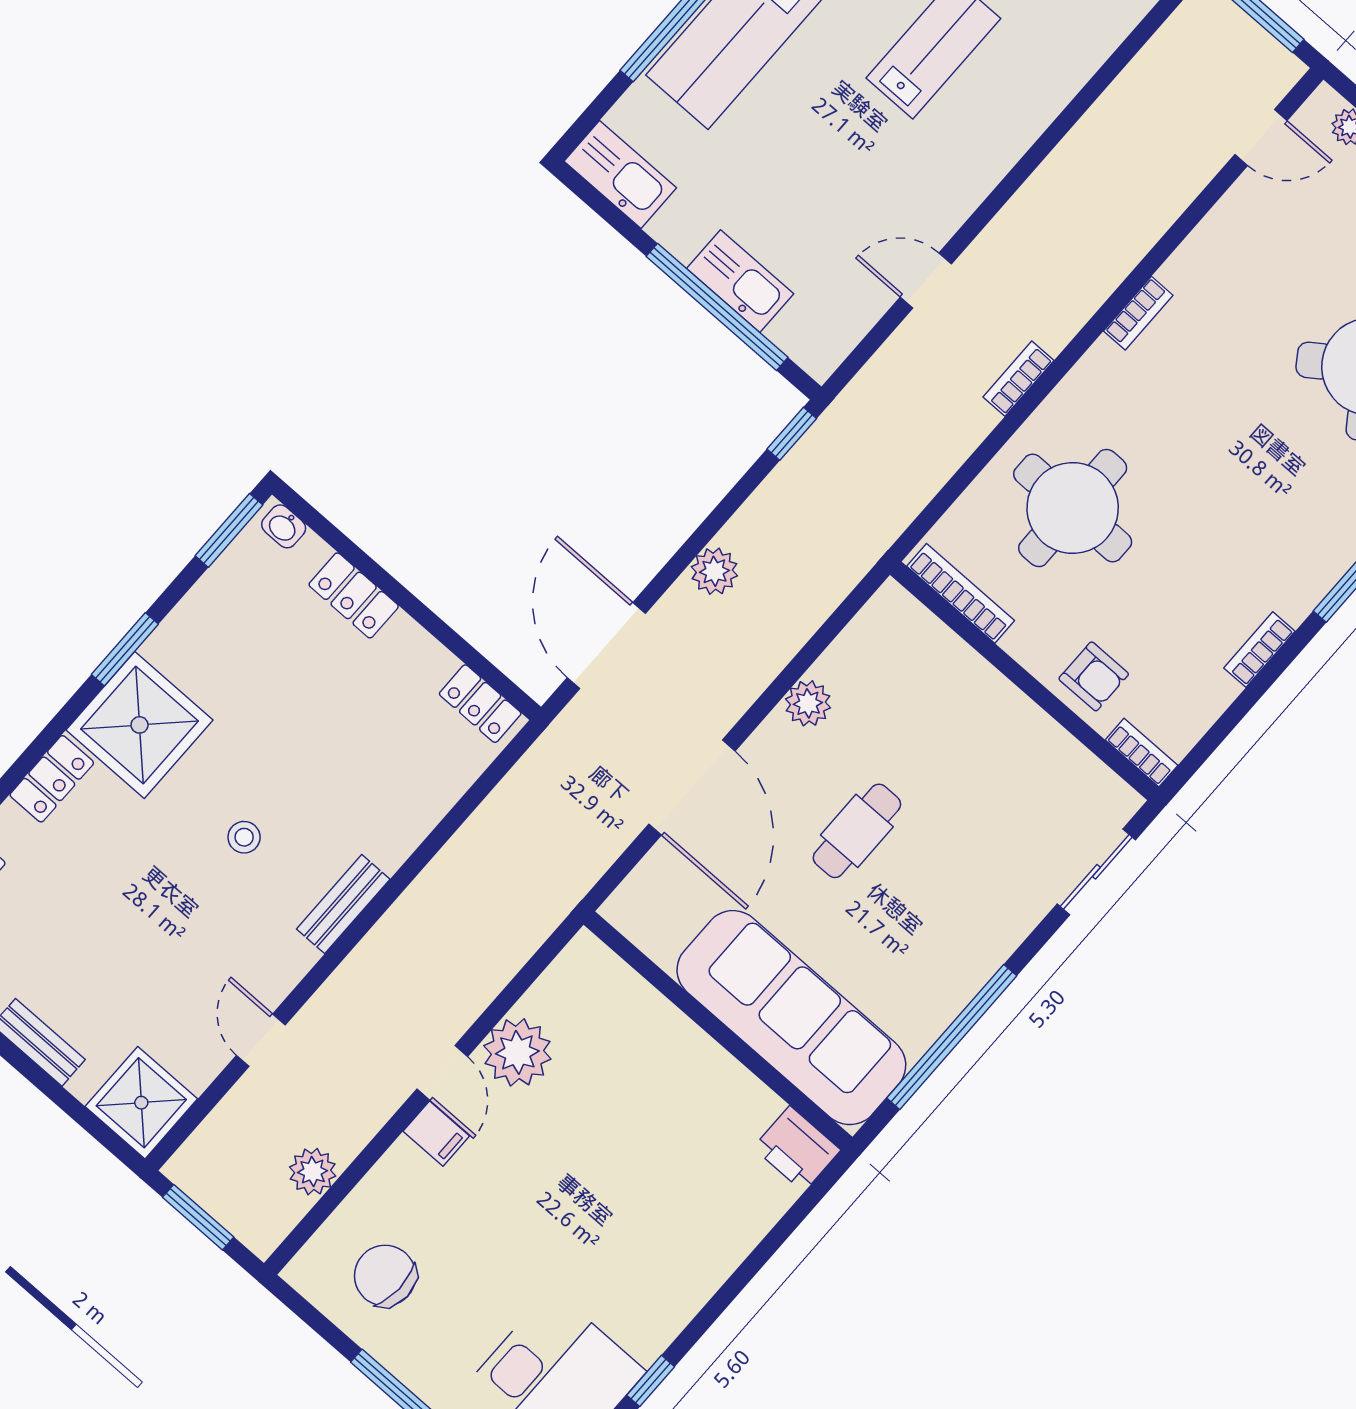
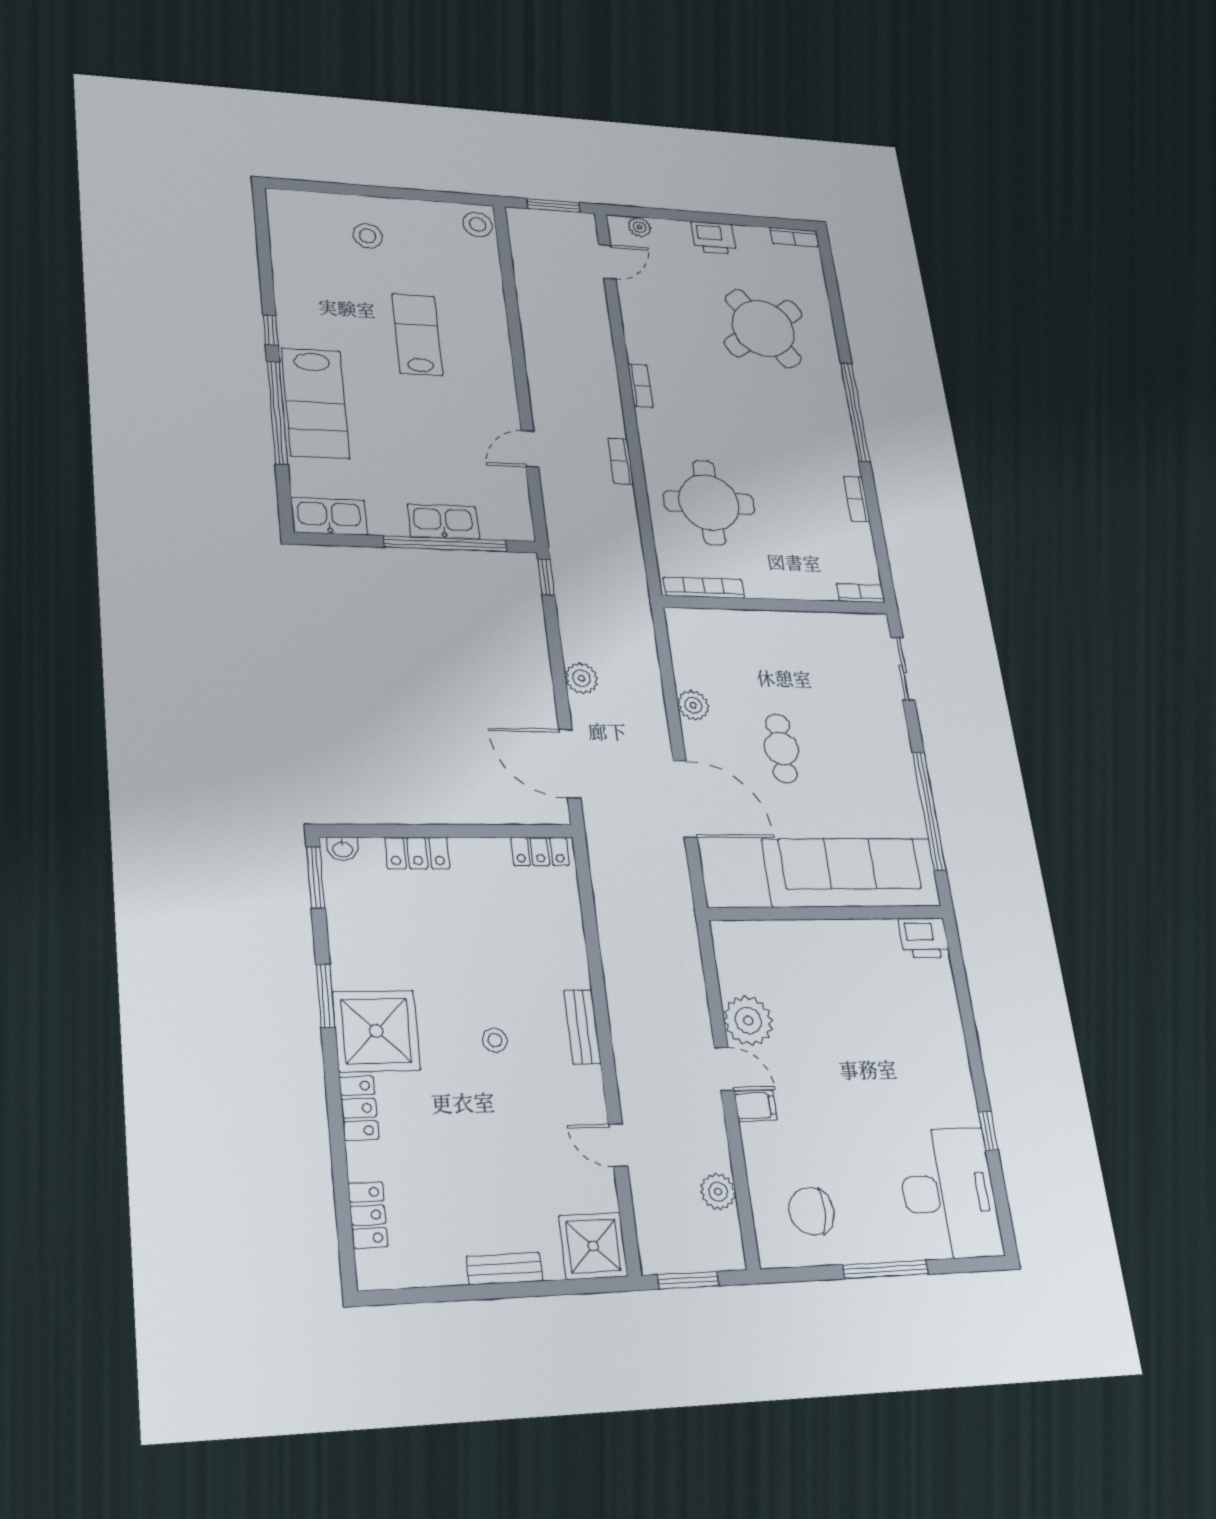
armchair: (1094, 676) -> (803, 575), removed

